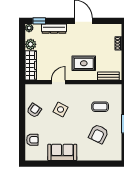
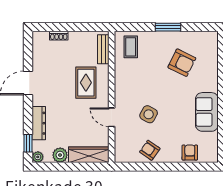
coffee table: (100, 107) -> (131, 47), moved

